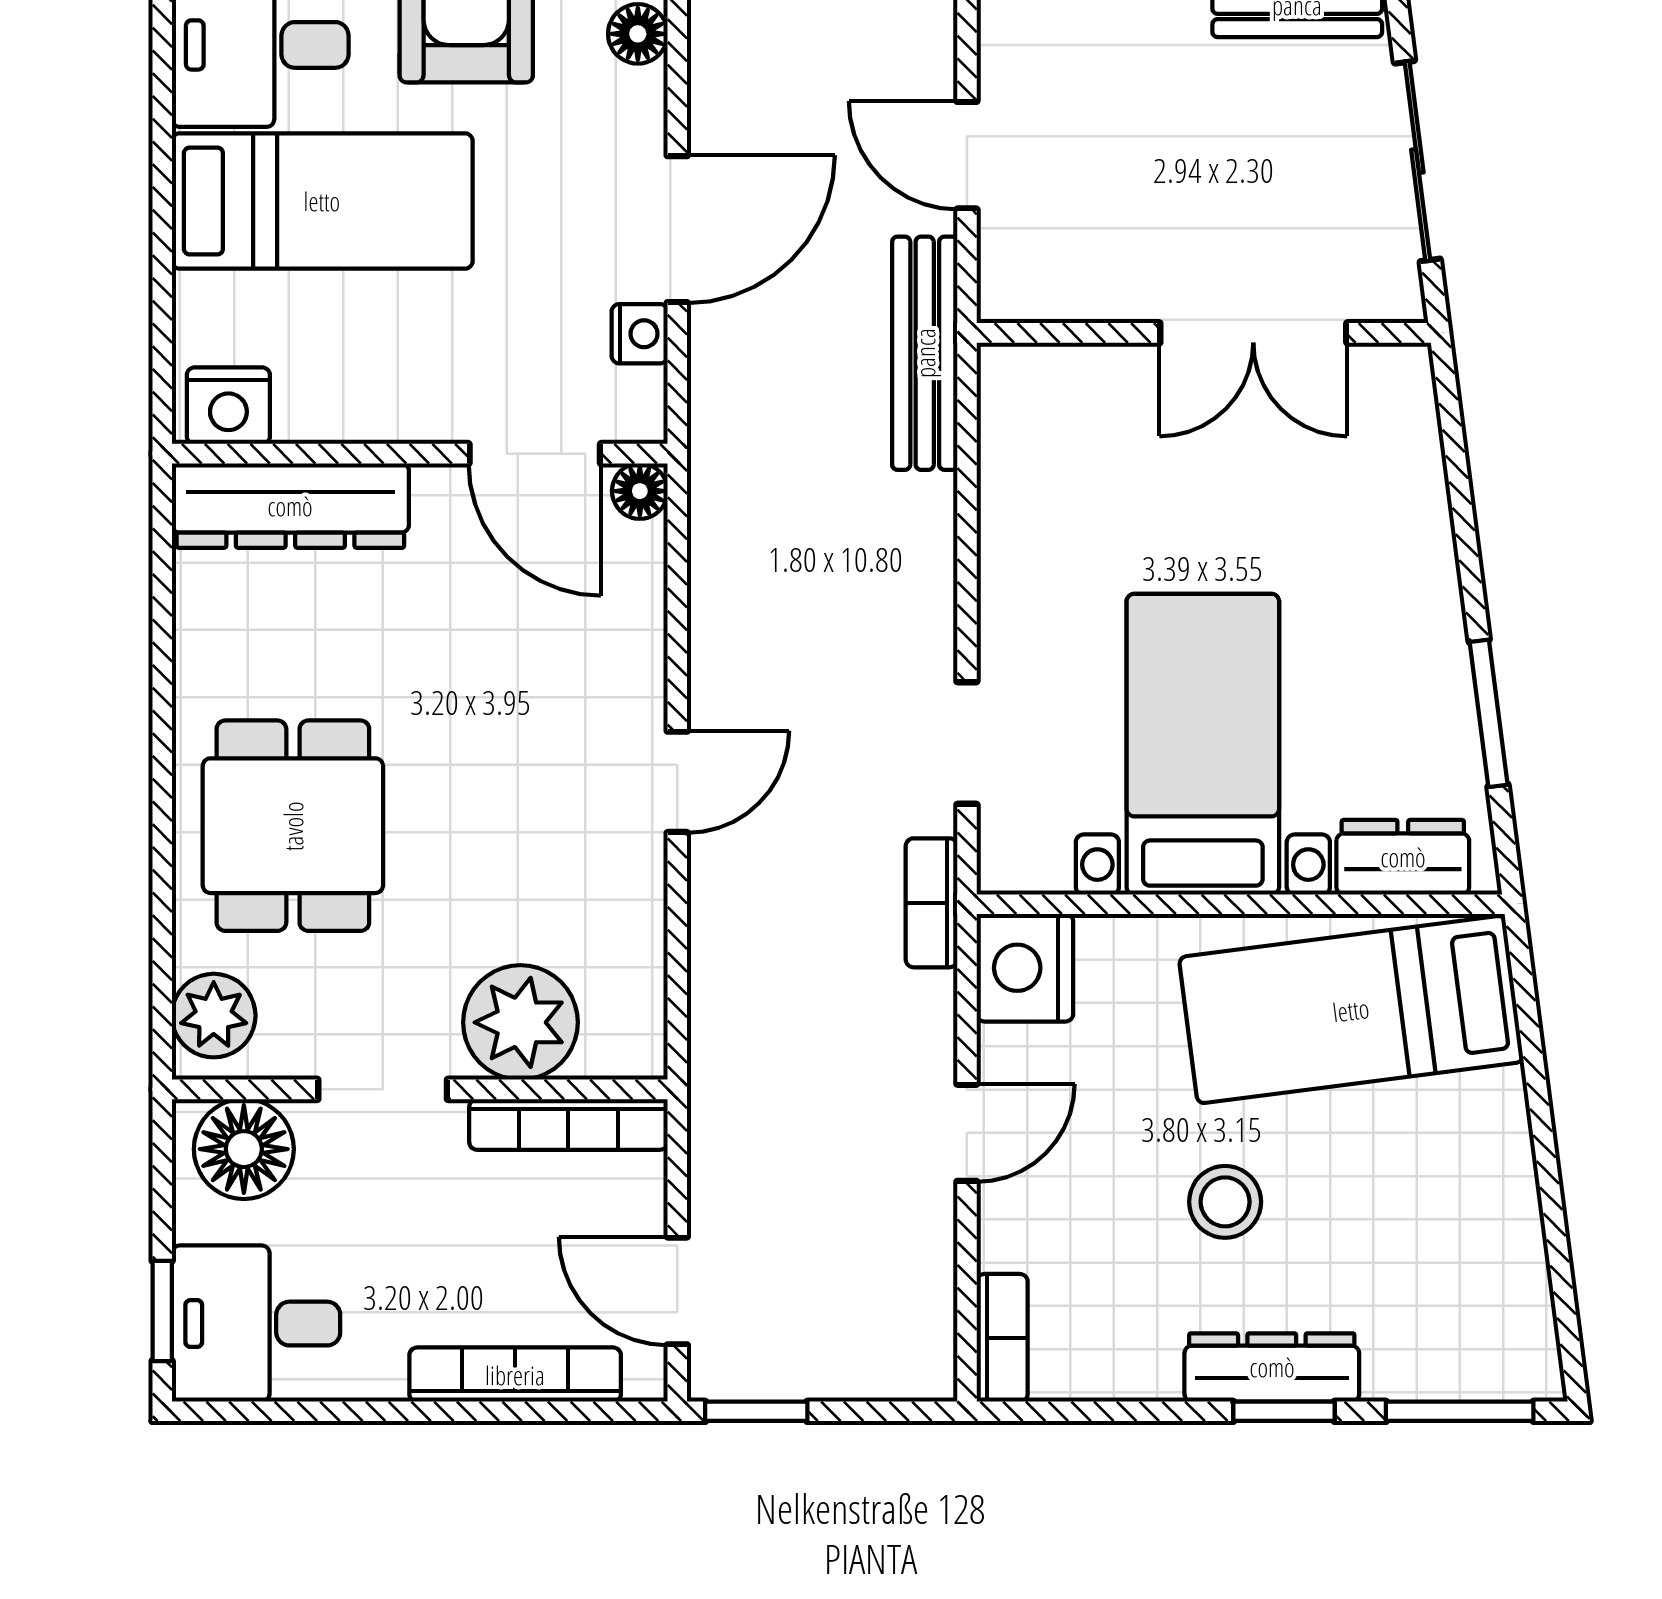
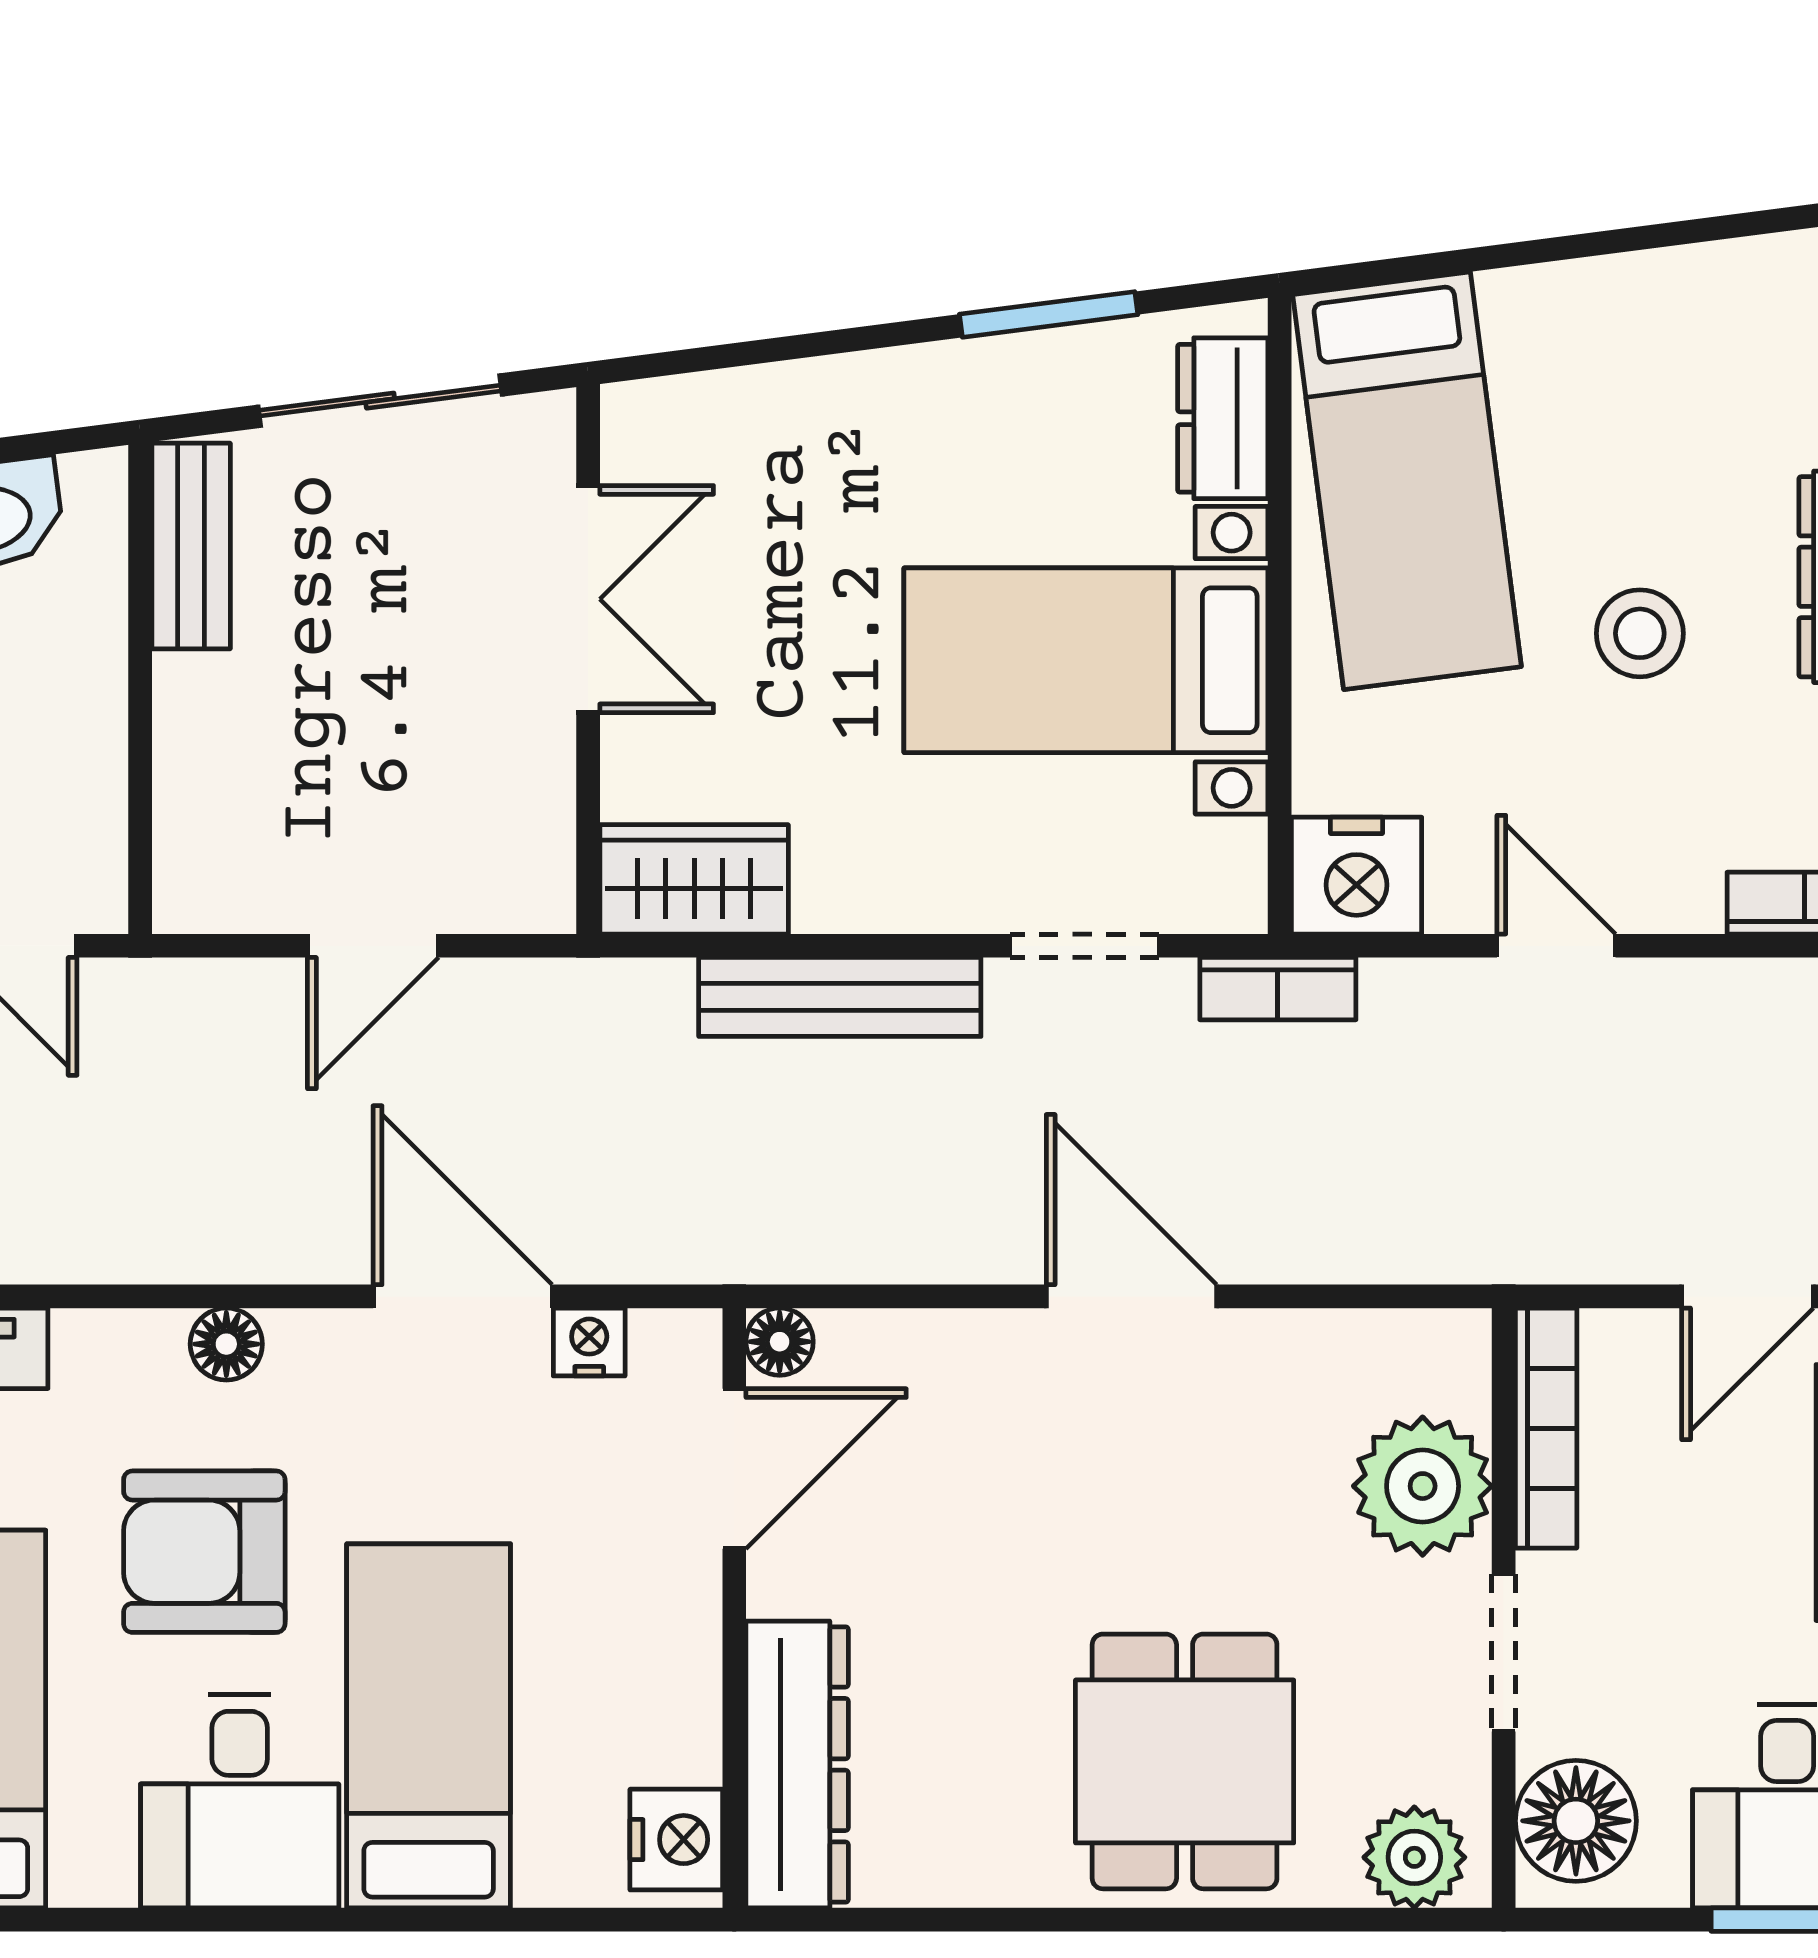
bench: (925, 353) -> (840, 997), moved
wardrobe: (1022, 420) -> (694, 879), added
door: (677, 782) -> (1131, 1296), width x1.38
dining table: (293, 826) -> (1185, 1761), turned 90

